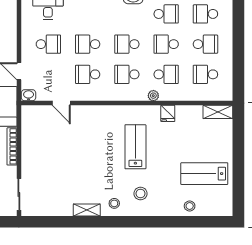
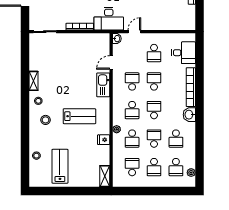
school desk: (205, 14) -> (176, 167), turned 180
school desk: (127, 74) -> (132, 110), turned 180
kitchen sink: (92, 114) -> (103, 85), added

